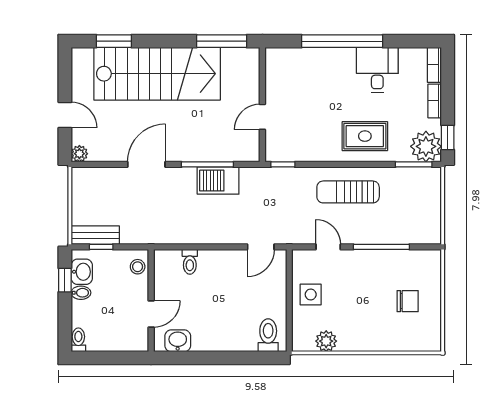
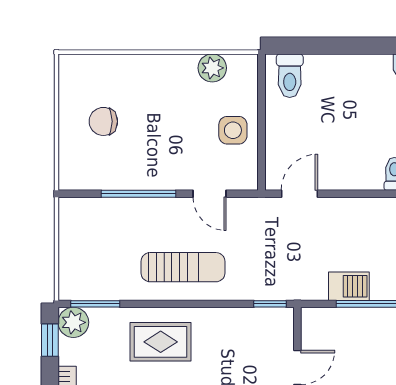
plant: (426, 146) -> (73, 322), width x0.73, depth x0.73
barbecue: (218, 181) -> (349, 286), width x0.73, depth x0.79

